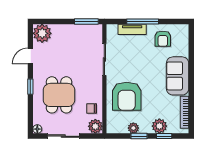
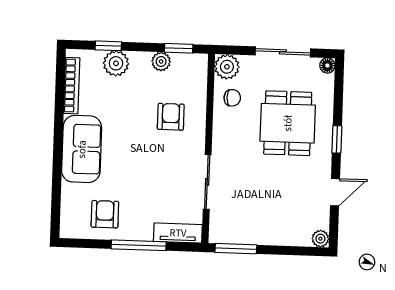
tv unit: (132, 29) -> (178, 233), moved
plant: (42, 33) -> (320, 239), width x0.53, depth x0.53
armchair: (127, 96) -> (171, 117), width x0.53, depth x0.53
window: (139, 136) -> (179, 48), moved

